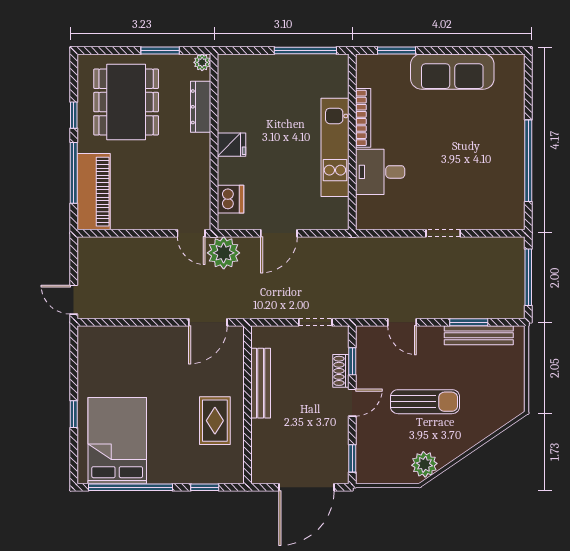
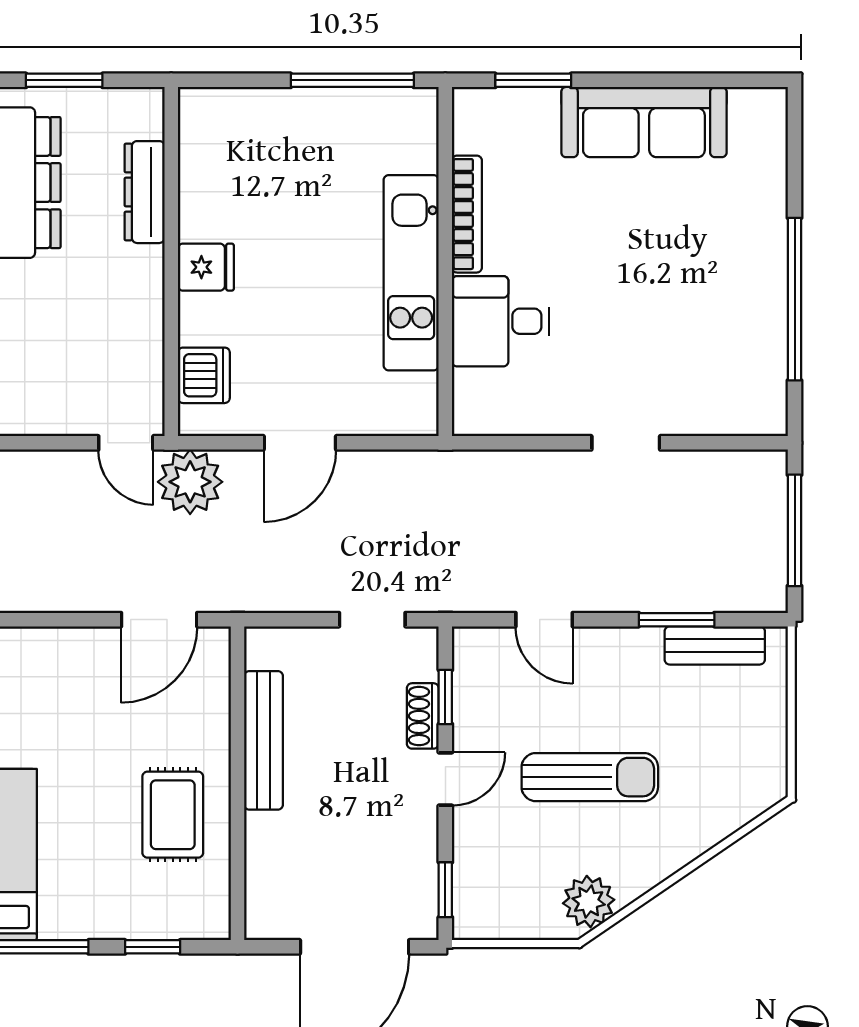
plant: (202, 62) -> (148, 104), removed
bench: (479, 335) -> (715, 645), width x0.73

